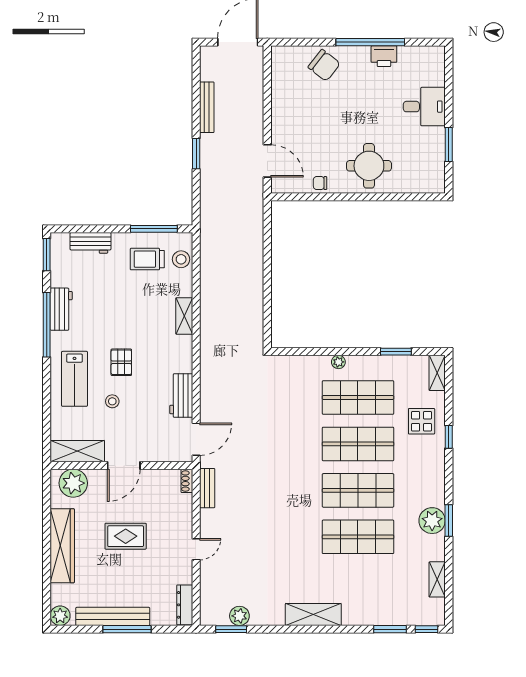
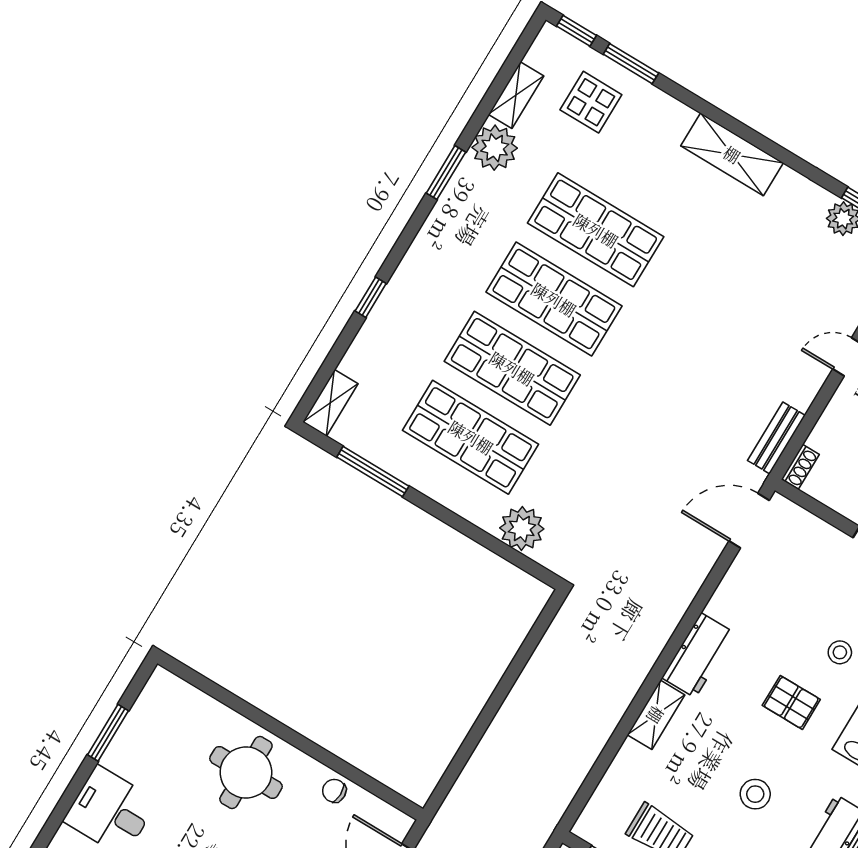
chair: (320, 183) -> (334, 791), turned 180
stool: (181, 259) -> (755, 794), moved
window: (396, 352) -> (373, 472), width x1.44
pallet: (121, 362) -> (791, 702), turned 90
plant: (338, 362) -> (522, 528), moved, width x1.88, depth x1.88
workbench: (181, 395) -> (698, 655), moved
display table: (422, 421) -> (591, 102), moved
plant: (432, 521) -> (495, 148), moved

